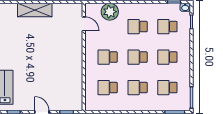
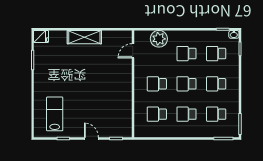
door: (84, 24) -> (133, 51), swing flipped

